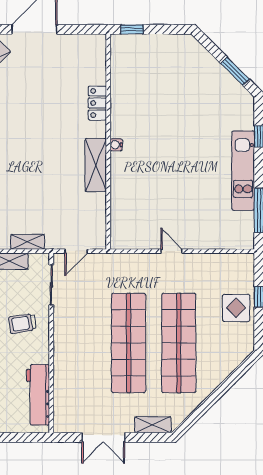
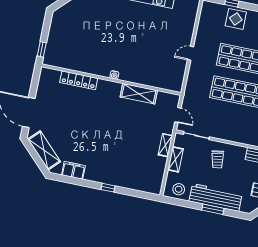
locker: (97, 103) -> (79, 80), width x1.53
shelving: (96, 165) -> (139, 94), moved

